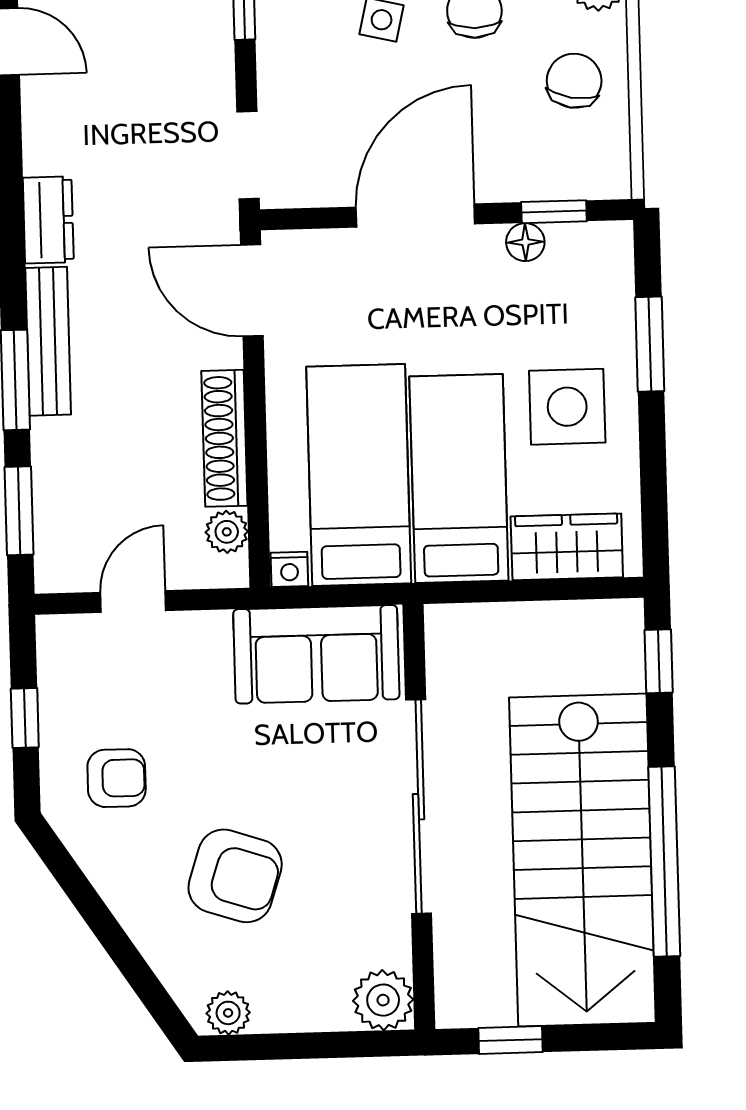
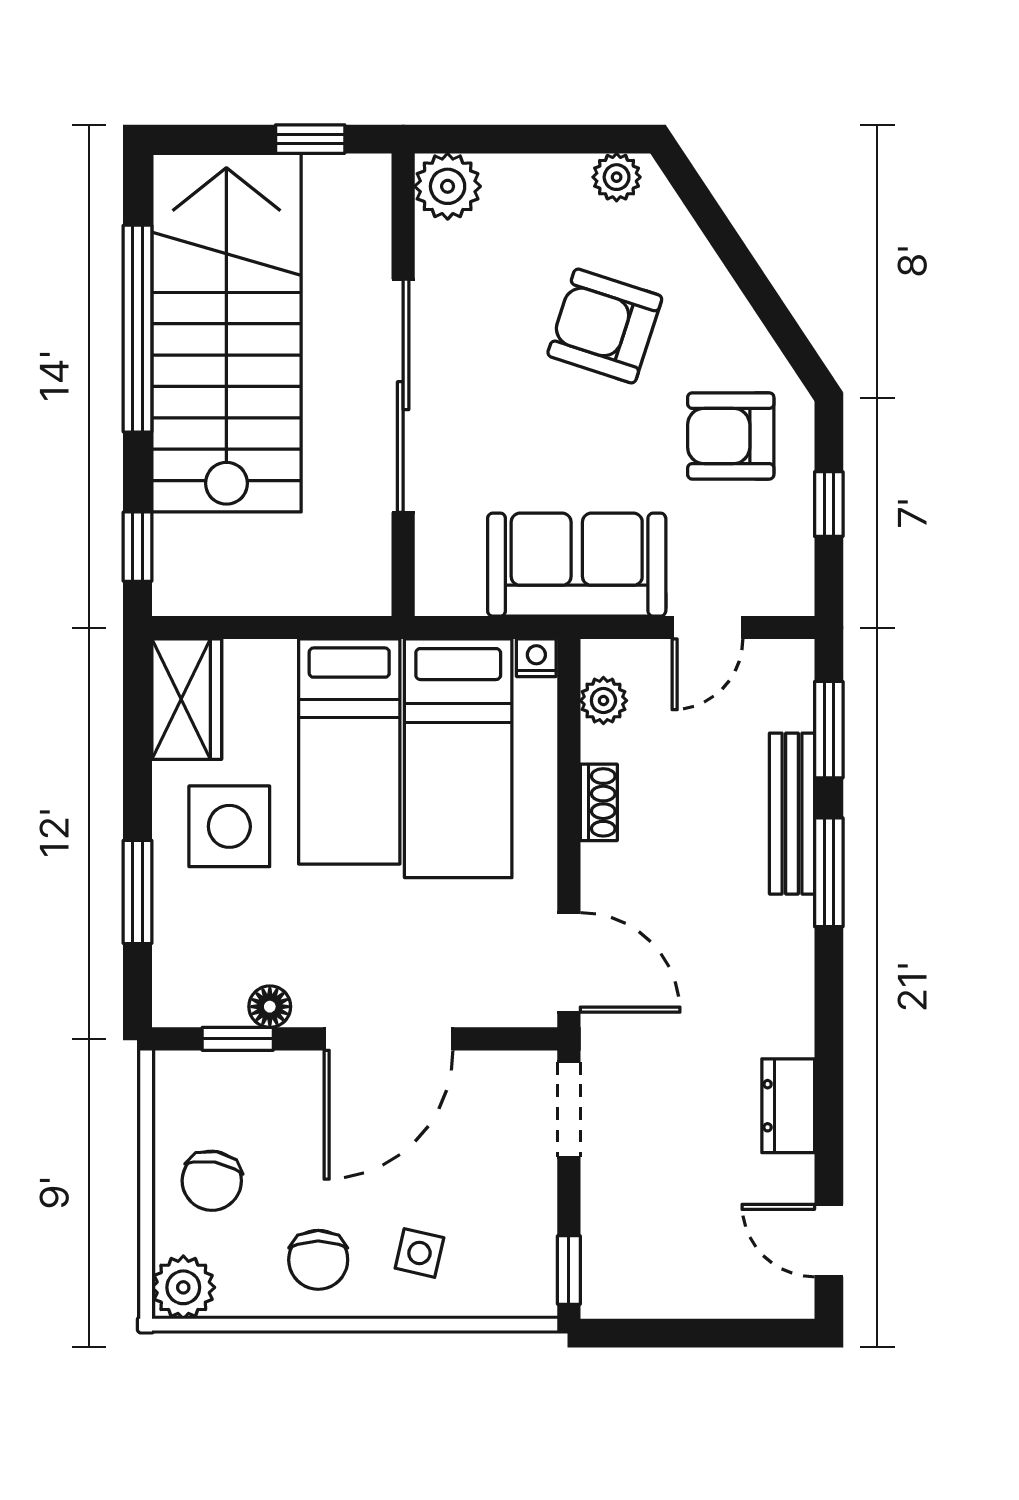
dresser: (48, 220) -> (788, 1106), moved
bench: (48, 341) -> (792, 814), moved
shoe rack: (224, 438) -> (599, 802), width x0.51, depth x0.81
wardrobe: (567, 547) -> (187, 699), moved, turned -90
sofa: (316, 654) -> (577, 565), moved
armchair: (117, 778) -> (731, 436), width x1.38, depth x1.38

